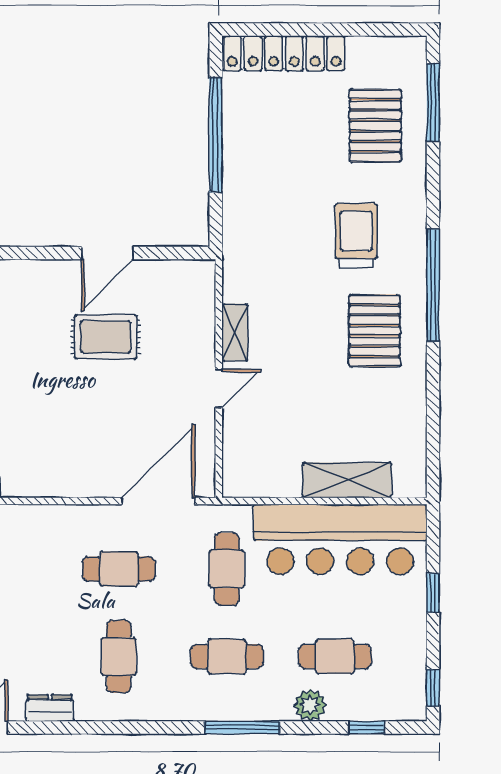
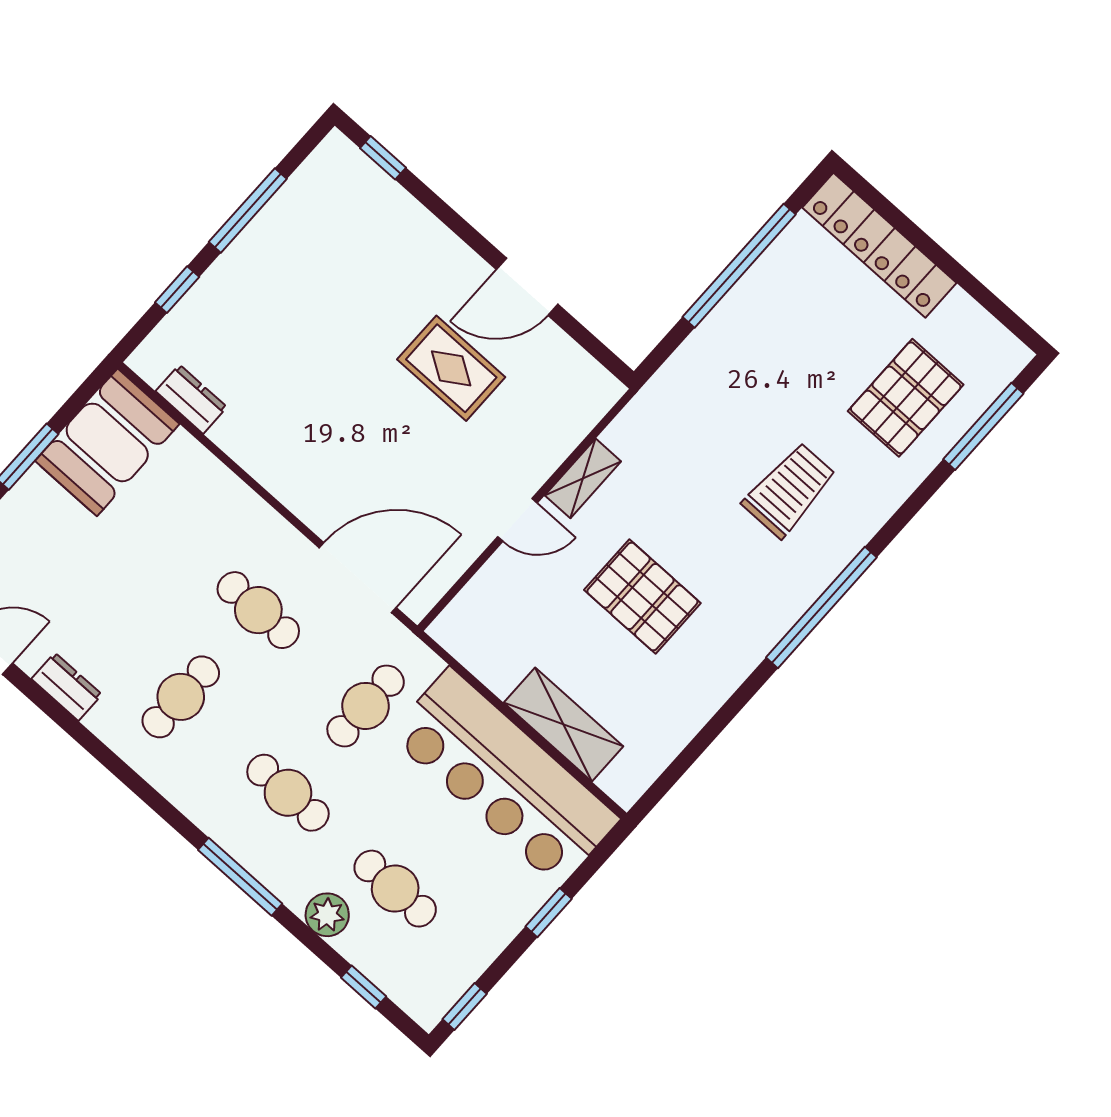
pallet: (374, 331) -> (642, 596), moved, turned 90

